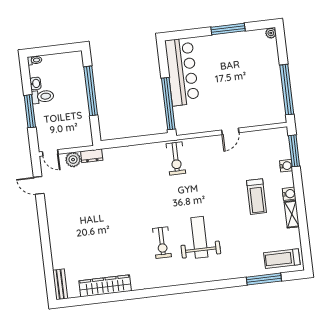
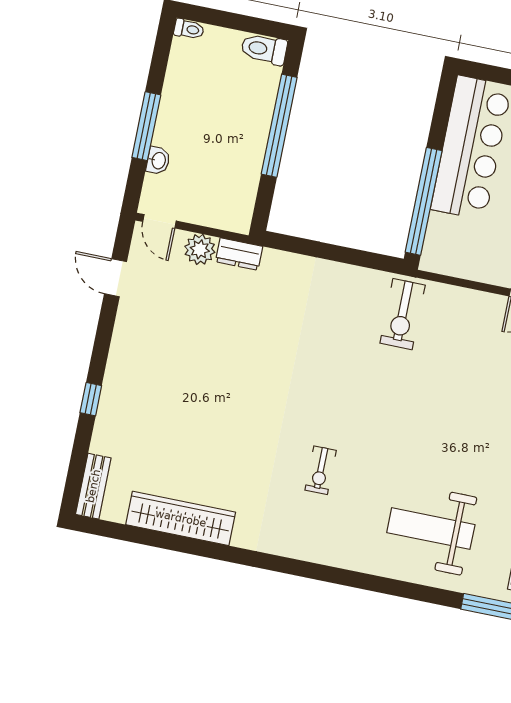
washbasin: (35, 83) -> (158, 161), moved
toilet: (43, 97) -> (264, 49), moved, turned 180
weight bench: (199, 237) -> (431, 529), moved, turned -90
exercise bike: (162, 243) -> (321, 470), width x0.73, depth x0.72
window: (46, 245) -> (91, 399), added

